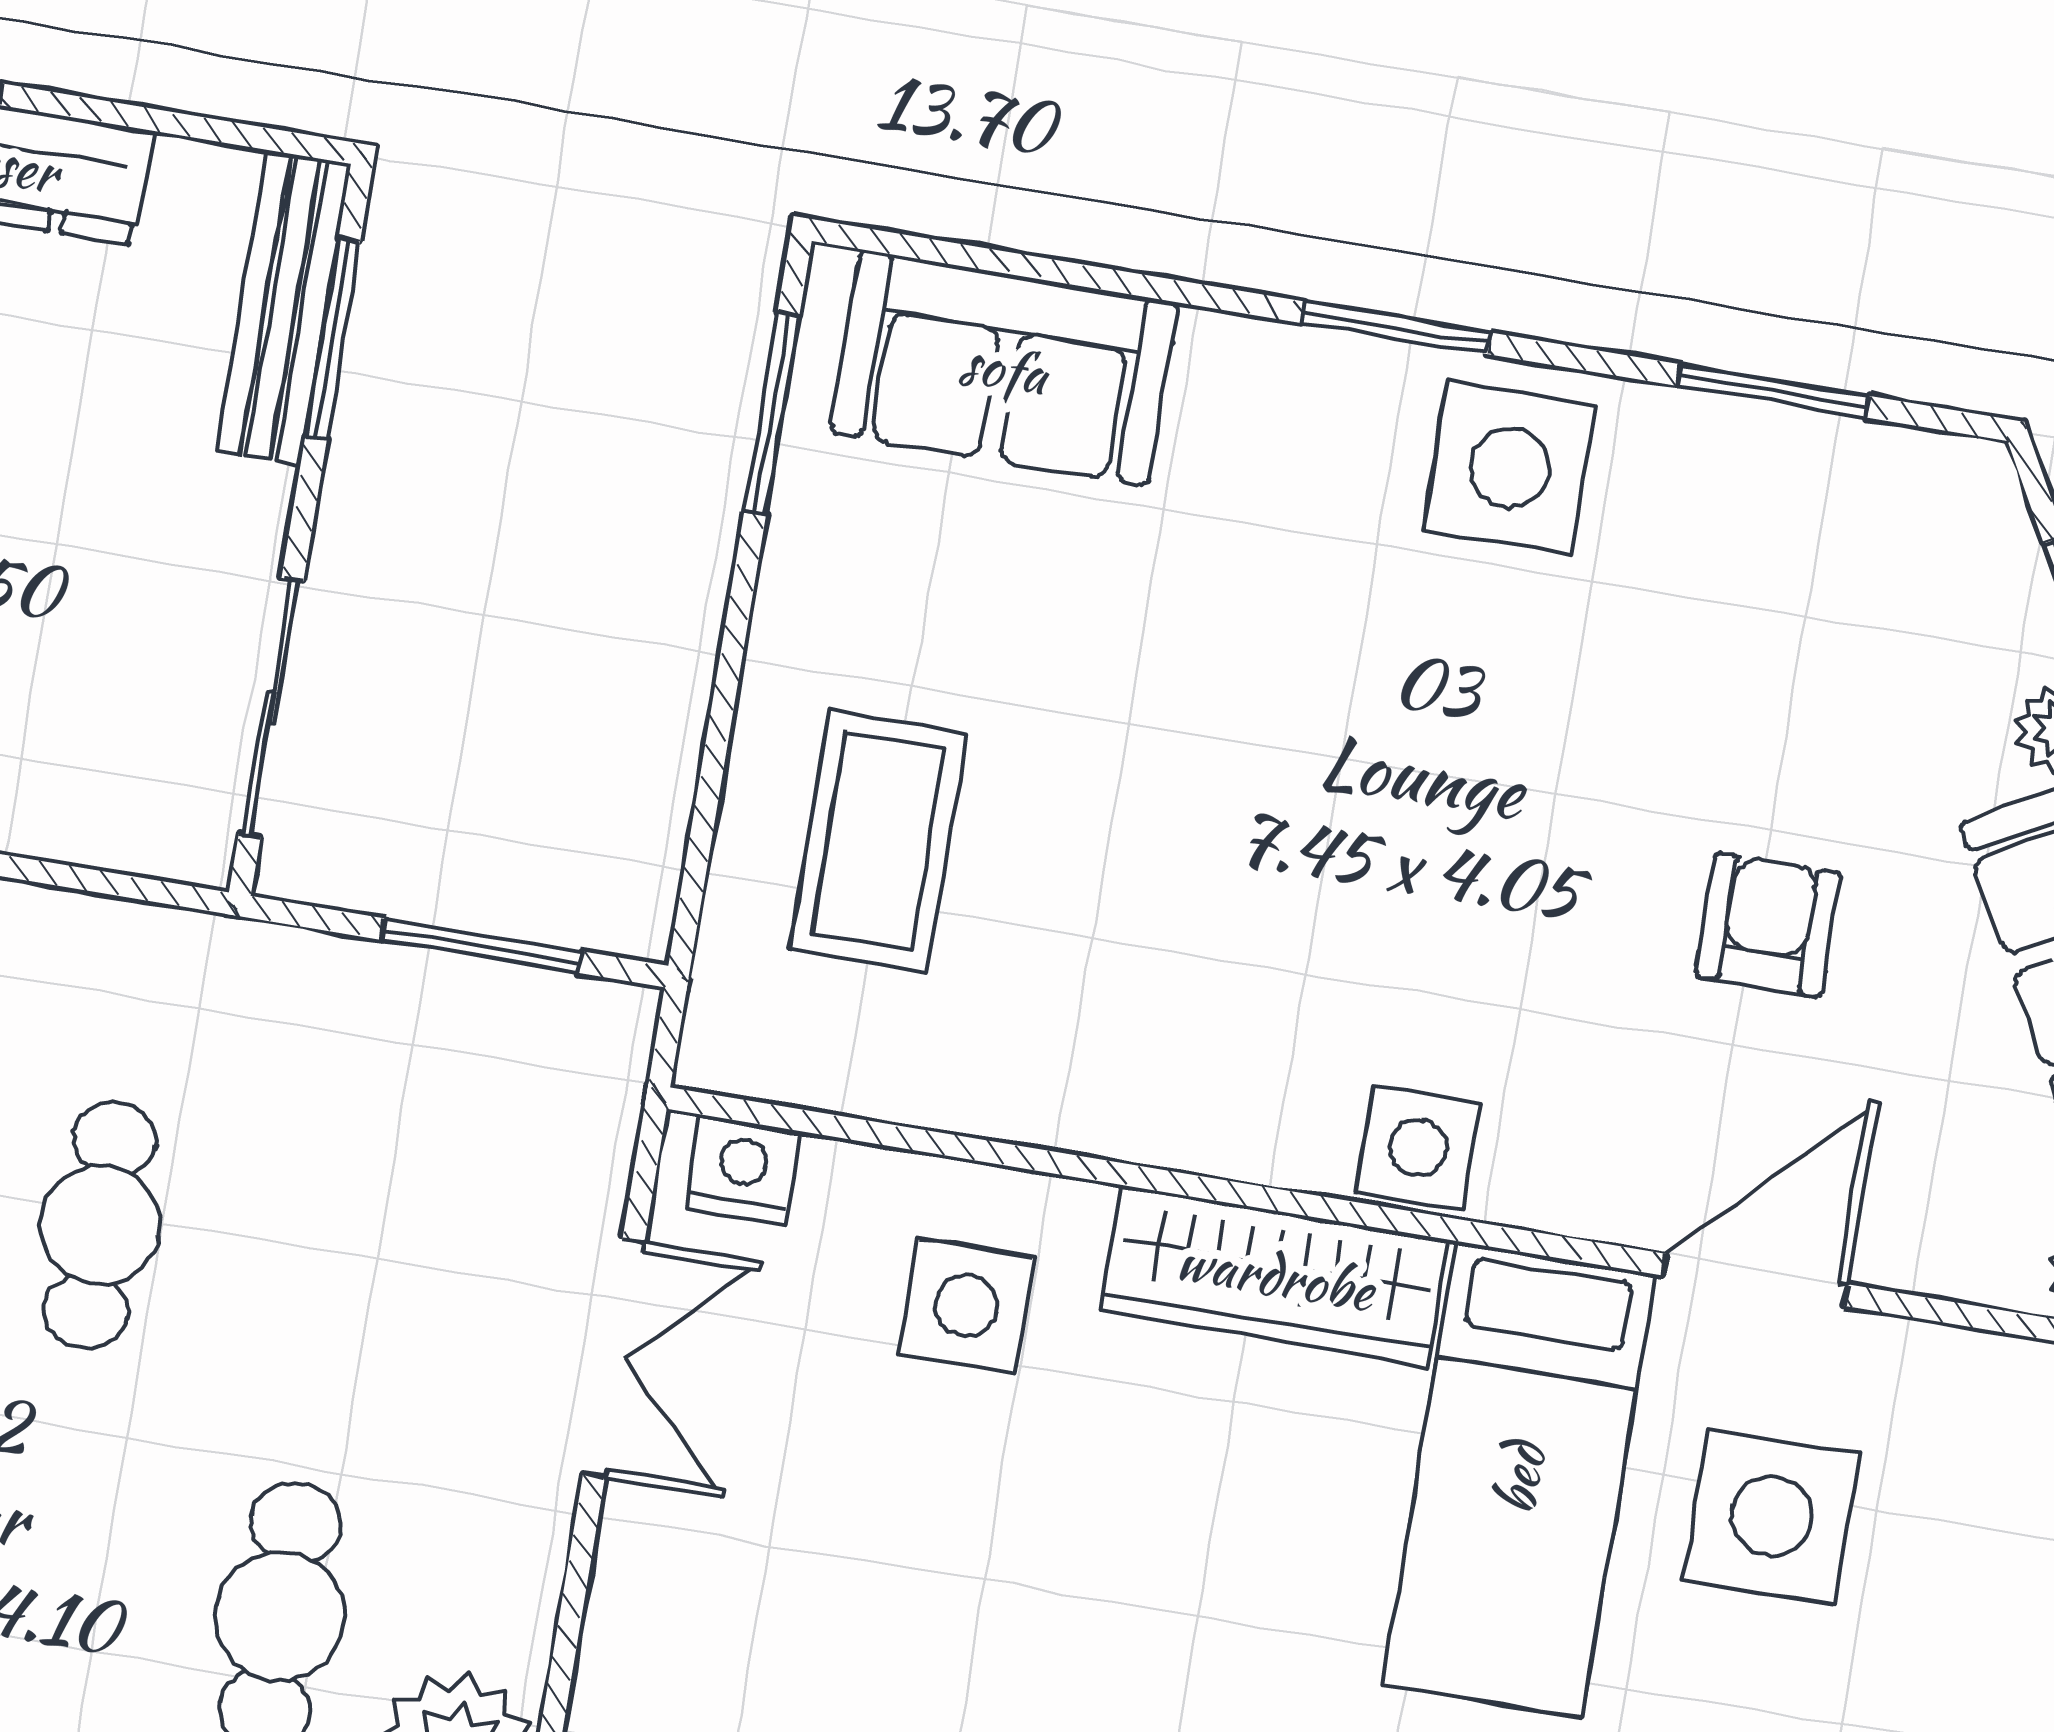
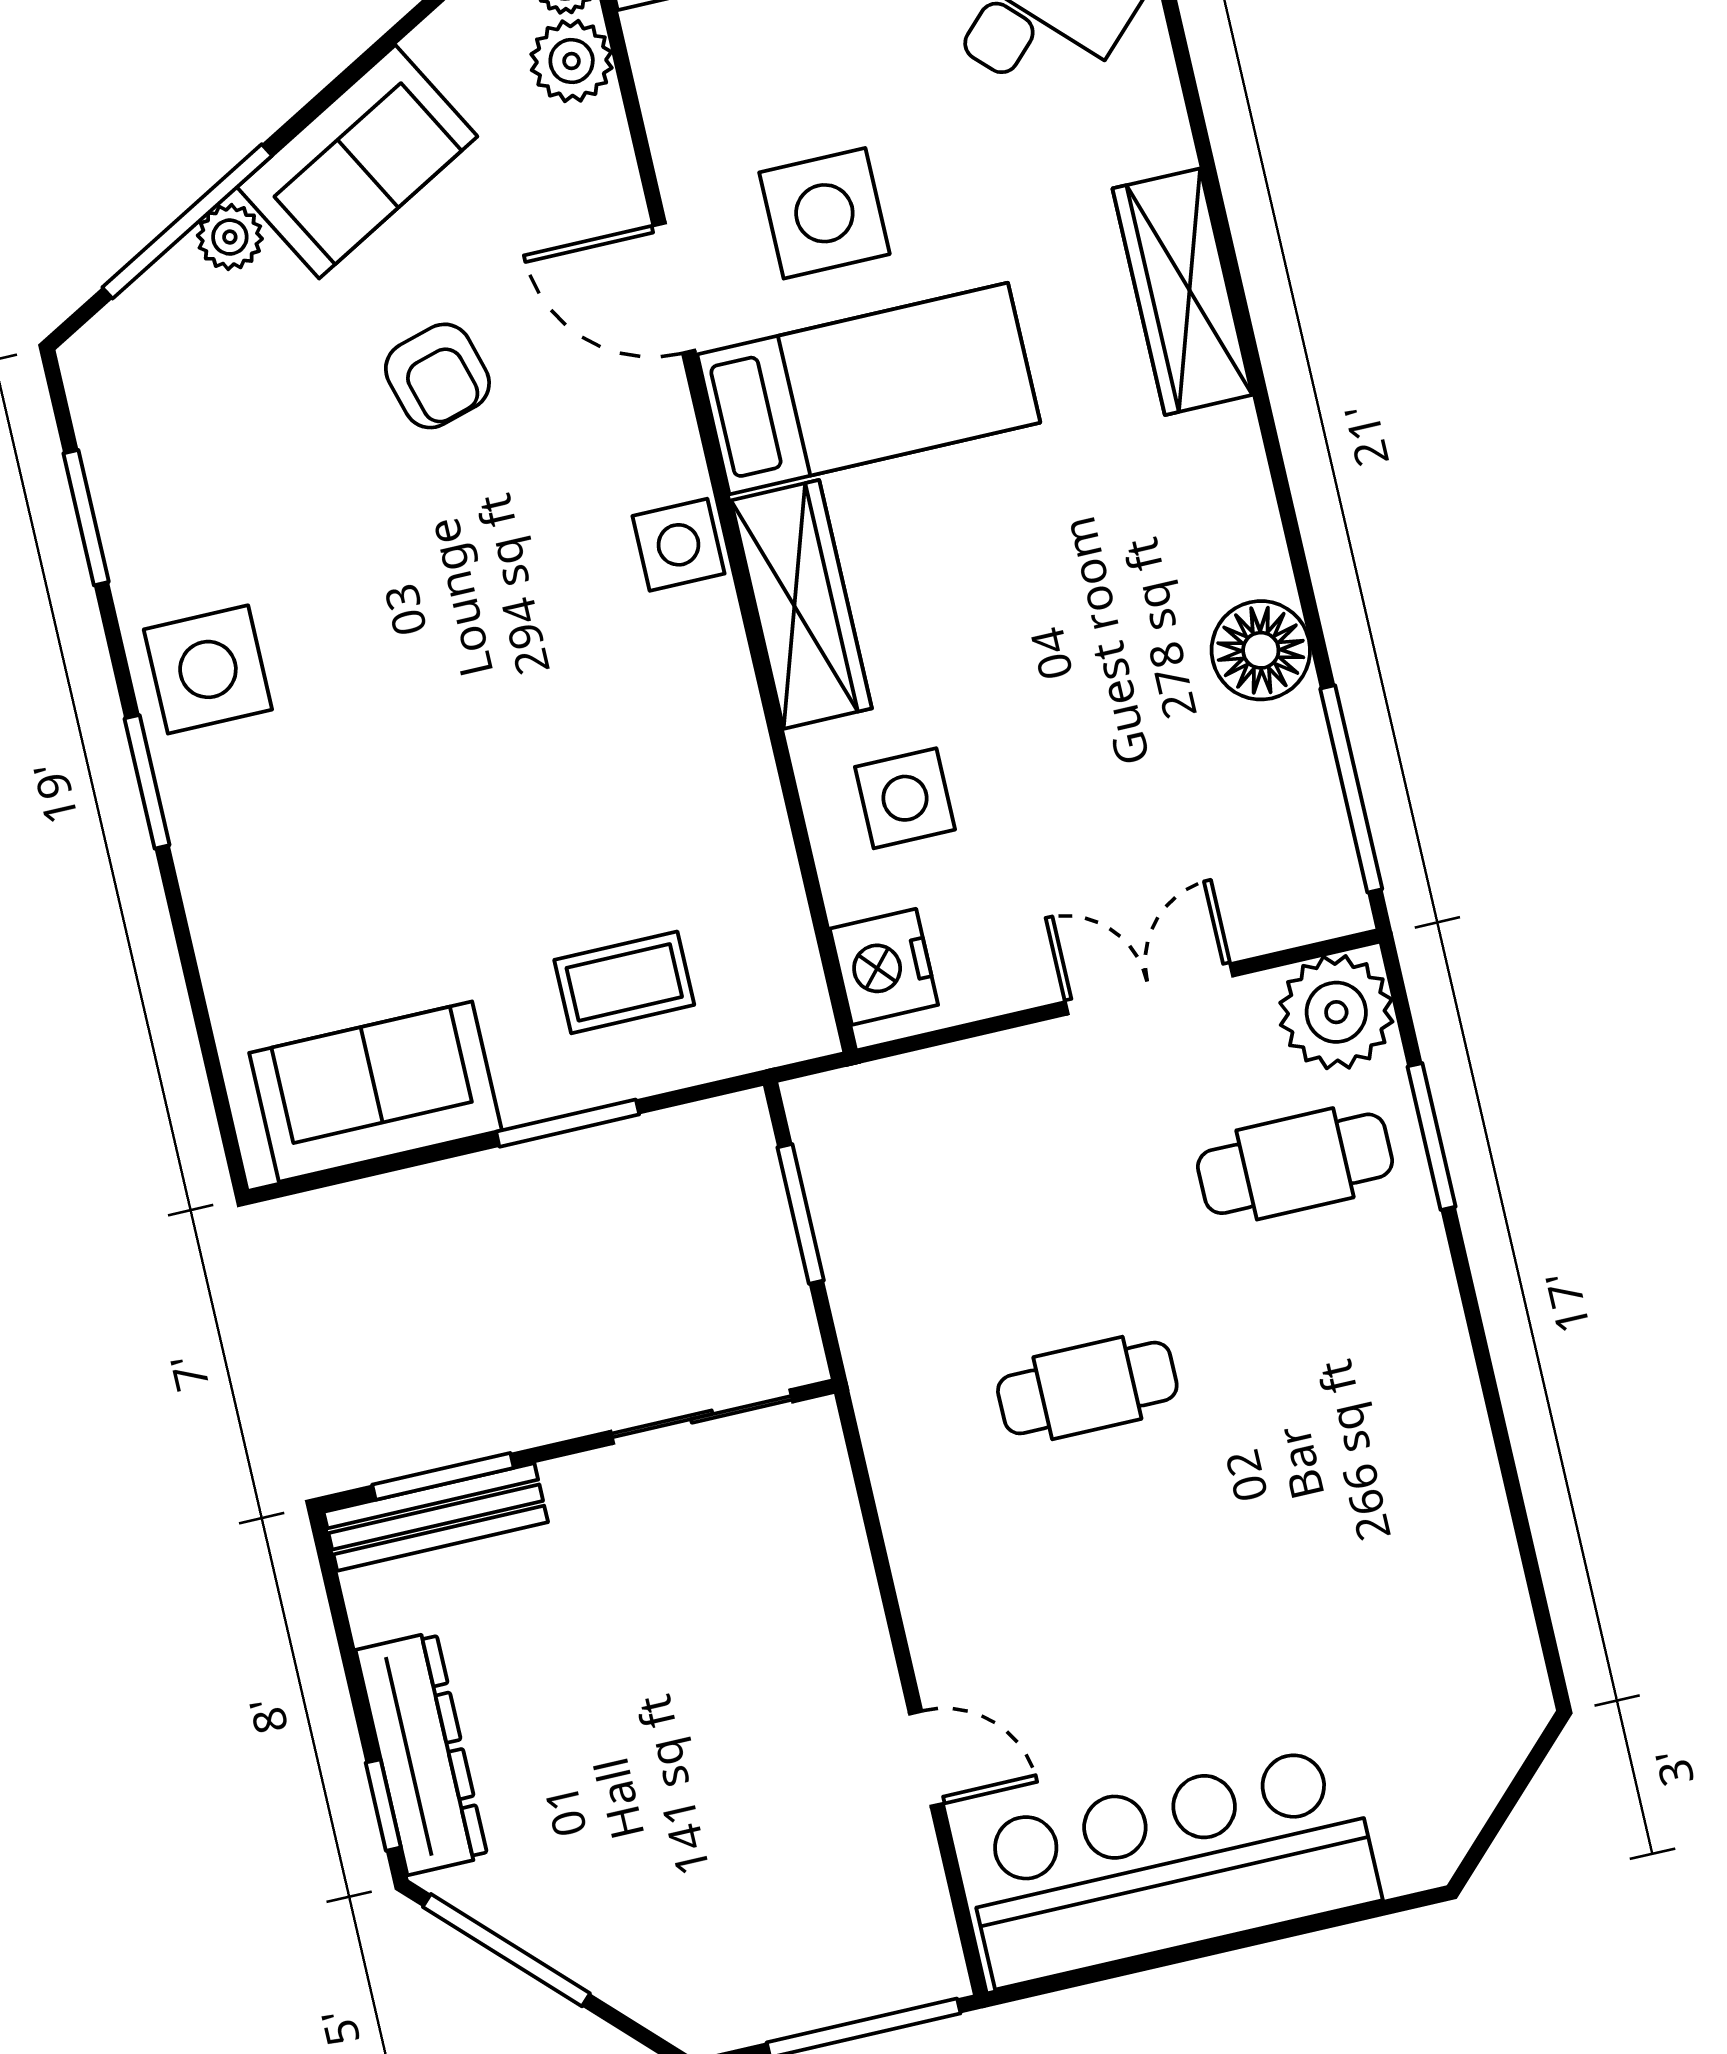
sofa: (1004, 368) -> (376, 1092), moved, turned -90
window: (772, 414) -> (568, 1123), moved
coffee table: (878, 841) -> (624, 982), width x0.73, depth x0.77
armchair: (1768, 925) -> (437, 376), turned -106
nightstand: (743, 1169) -> (884, 967), width x1.36, depth x1.33
double door: (614, 1358) -> (1149, 989), moved

